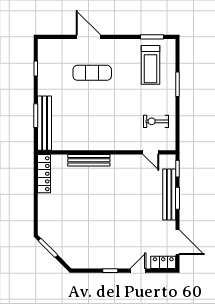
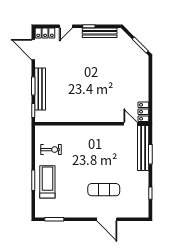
treadmill: (150, 65) -> (47, 182), moved
door: (151, 152) -> (131, 124), moved
bench: (89, 160) -> (100, 33), moved
locker: (44, 174) -> (143, 112), width x0.66

